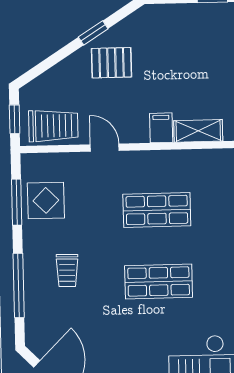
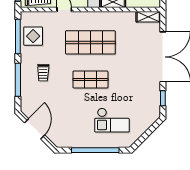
window: (17, 202) -> (18, 37), width x1.44
shop shelf: (157, 210) -> (90, 42), width x1.43, depth x1.36

